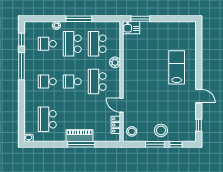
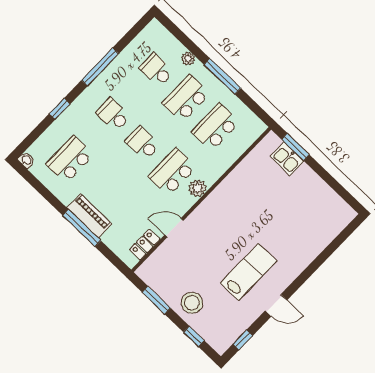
kitchen sink: (131, 28) -> (287, 159), moved
window: (21, 40) -> (60, 109), moved
plant: (115, 62) -> (197, 188), moved
lab bench: (177, 67) -> (248, 272), moved
door: (199, 96) -> (276, 305), hinge flipped
door: (121, 105) -> (174, 228), hinge flipped
stool: (132, 131) -> (156, 271), removed
window: (155, 144) -> (156, 300), moved

